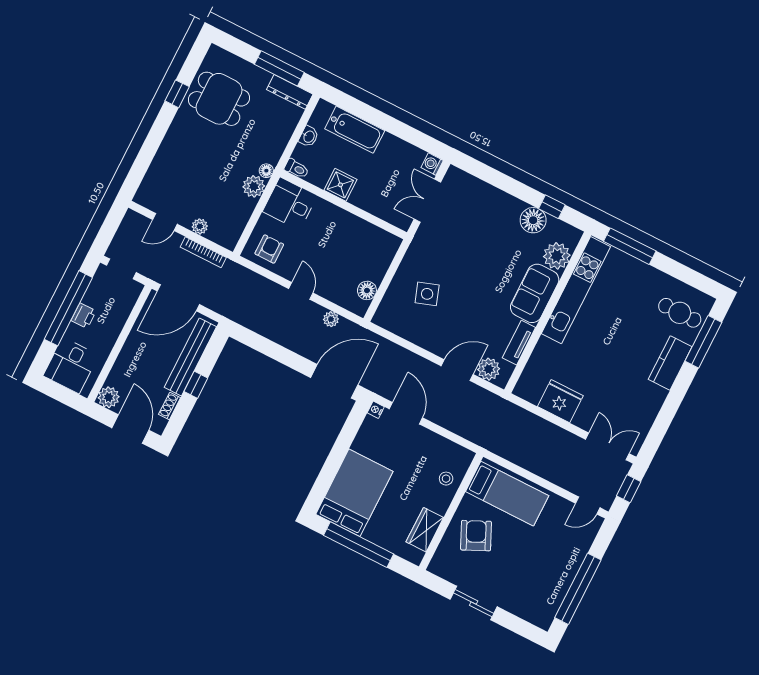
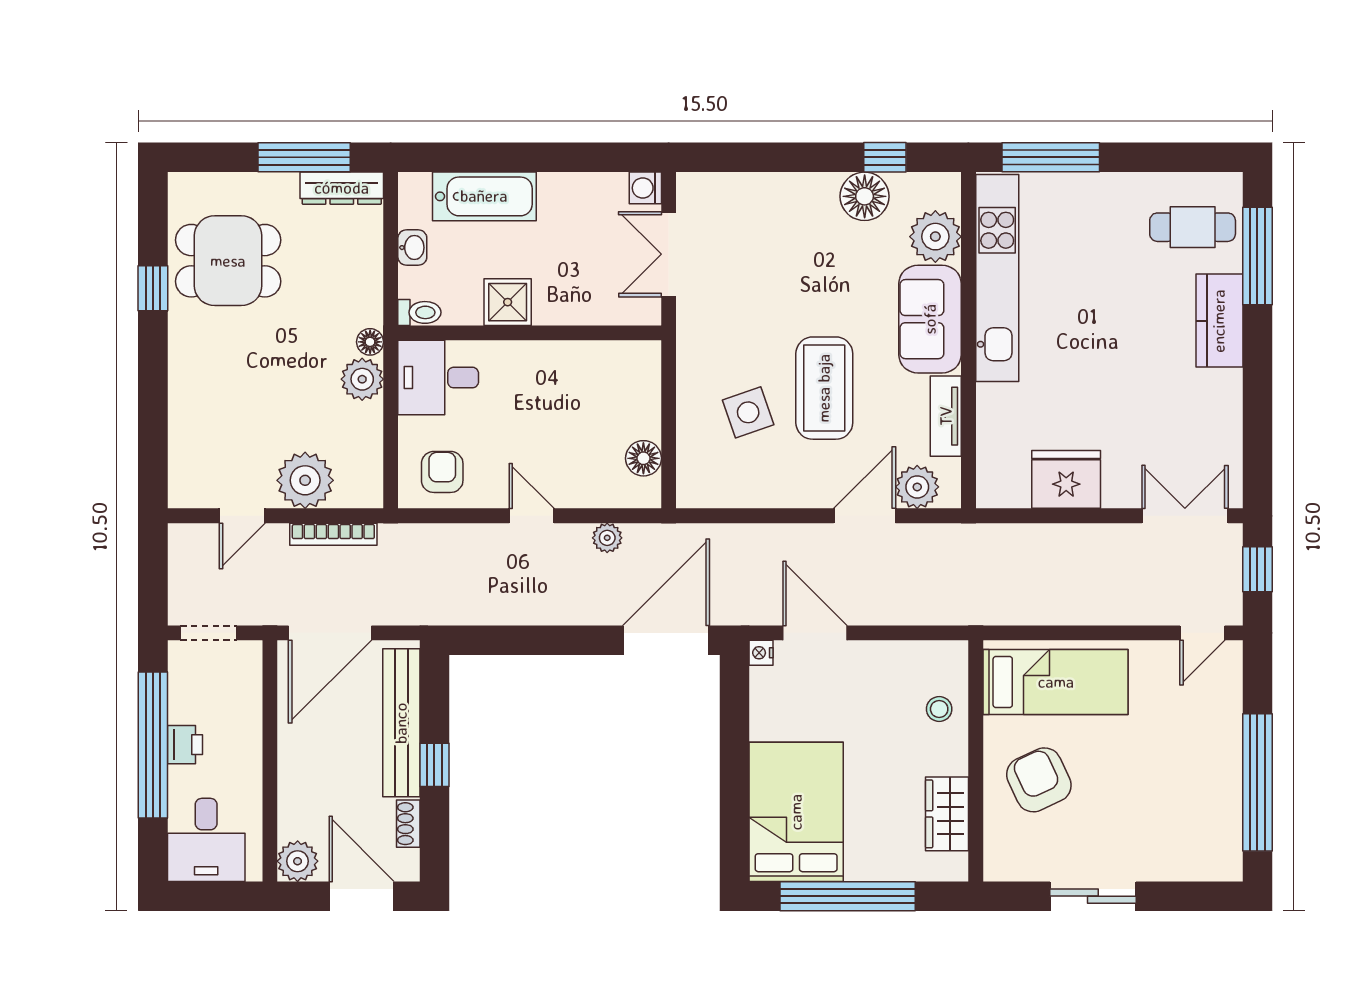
plant: (200, 226) -> (305, 480), width x1.88, depth x1.88
coffee table: (469, 301) -> (824, 388), added

